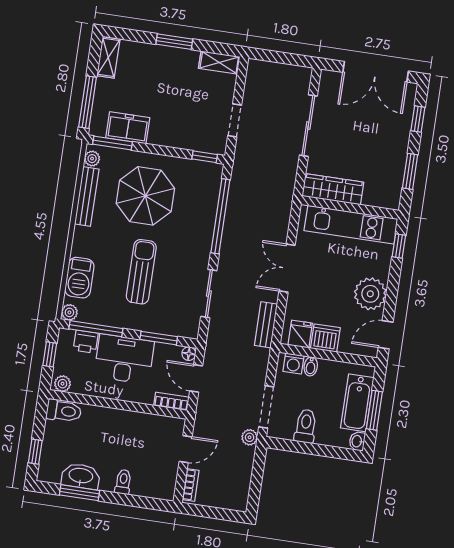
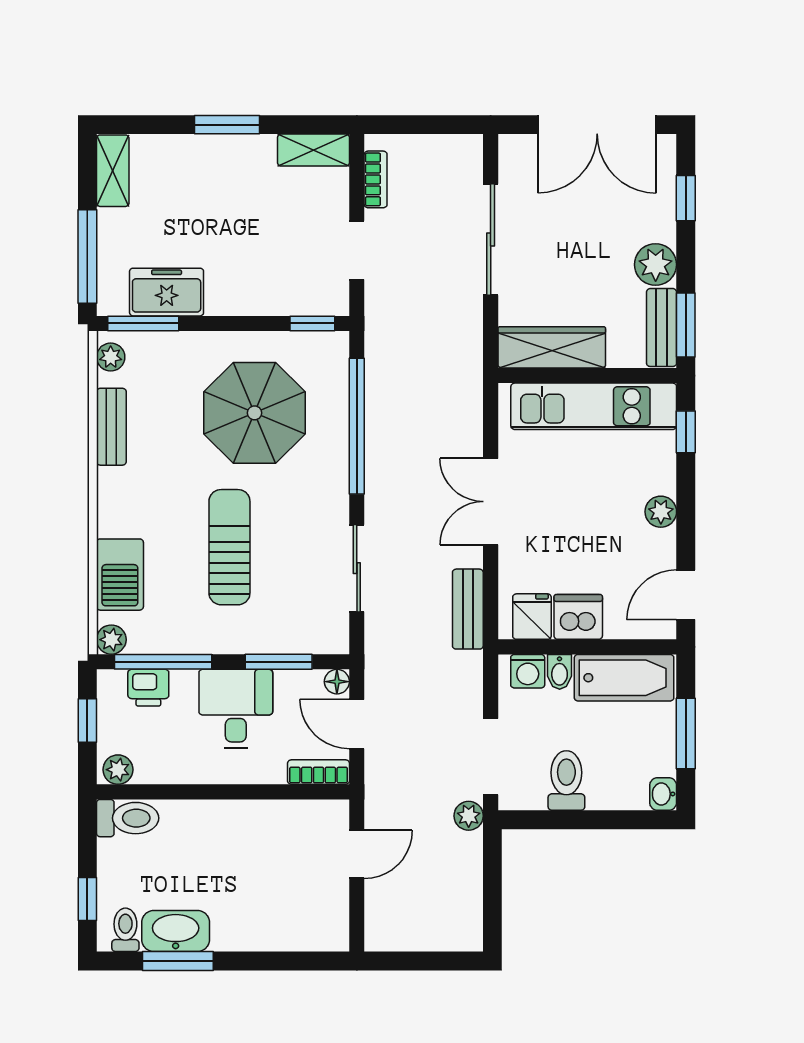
plant: (396, 153) -> (656, 265), added
window: (410, 171) -> (686, 325), moved
bench: (394, 187) -> (662, 328), added
parasol: (145, 196) -> (255, 413), moved
bench: (87, 197) -> (111, 427), width x0.73
plant: (370, 294) -> (661, 512), width x0.53, depth x0.53
desk: (124, 359) -> (236, 709), width x0.73
bathtub: (357, 403) -> (624, 678), moved, turned -90
toilet: (123, 482) -> (125, 930), moved
bookcase: (191, 485) -> (376, 179), moved

